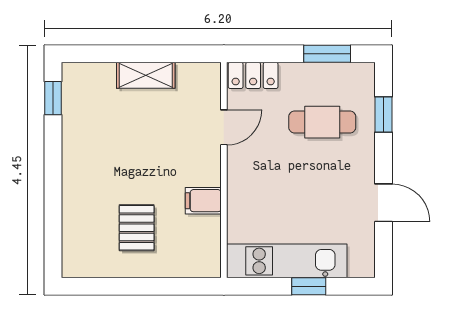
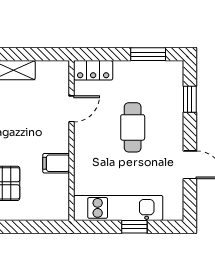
cafe table: (322, 122) -> (133, 127), moved, turned 90

